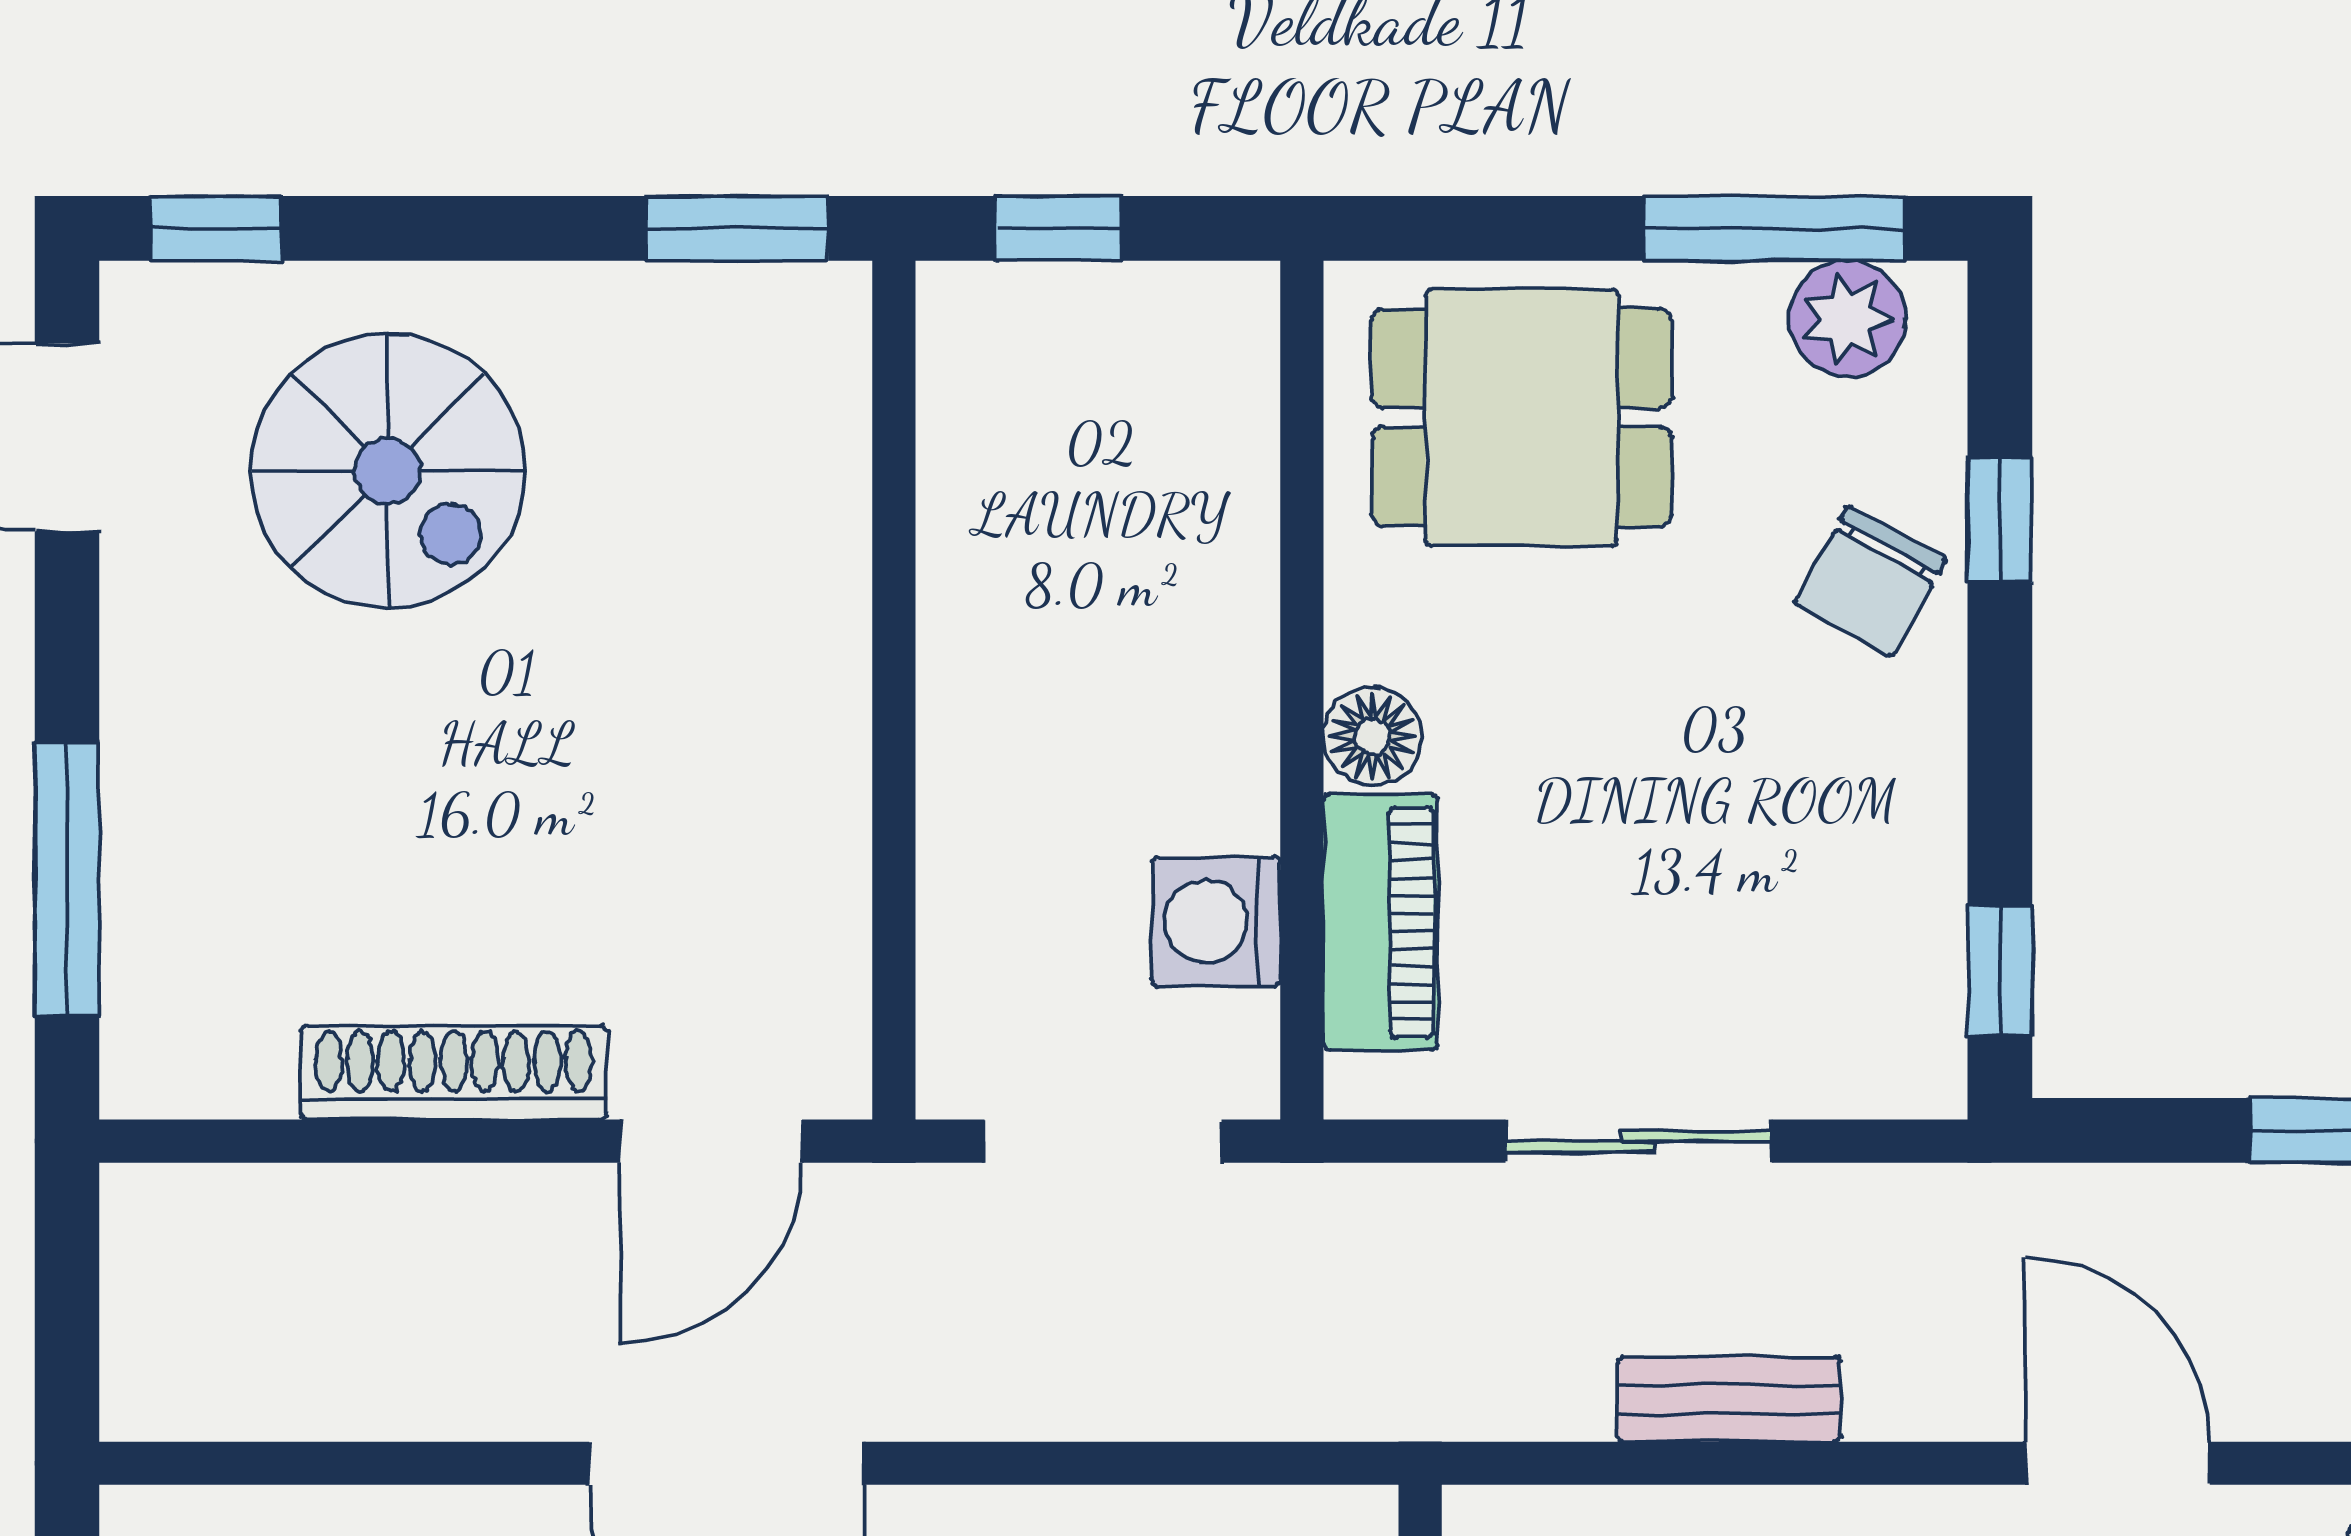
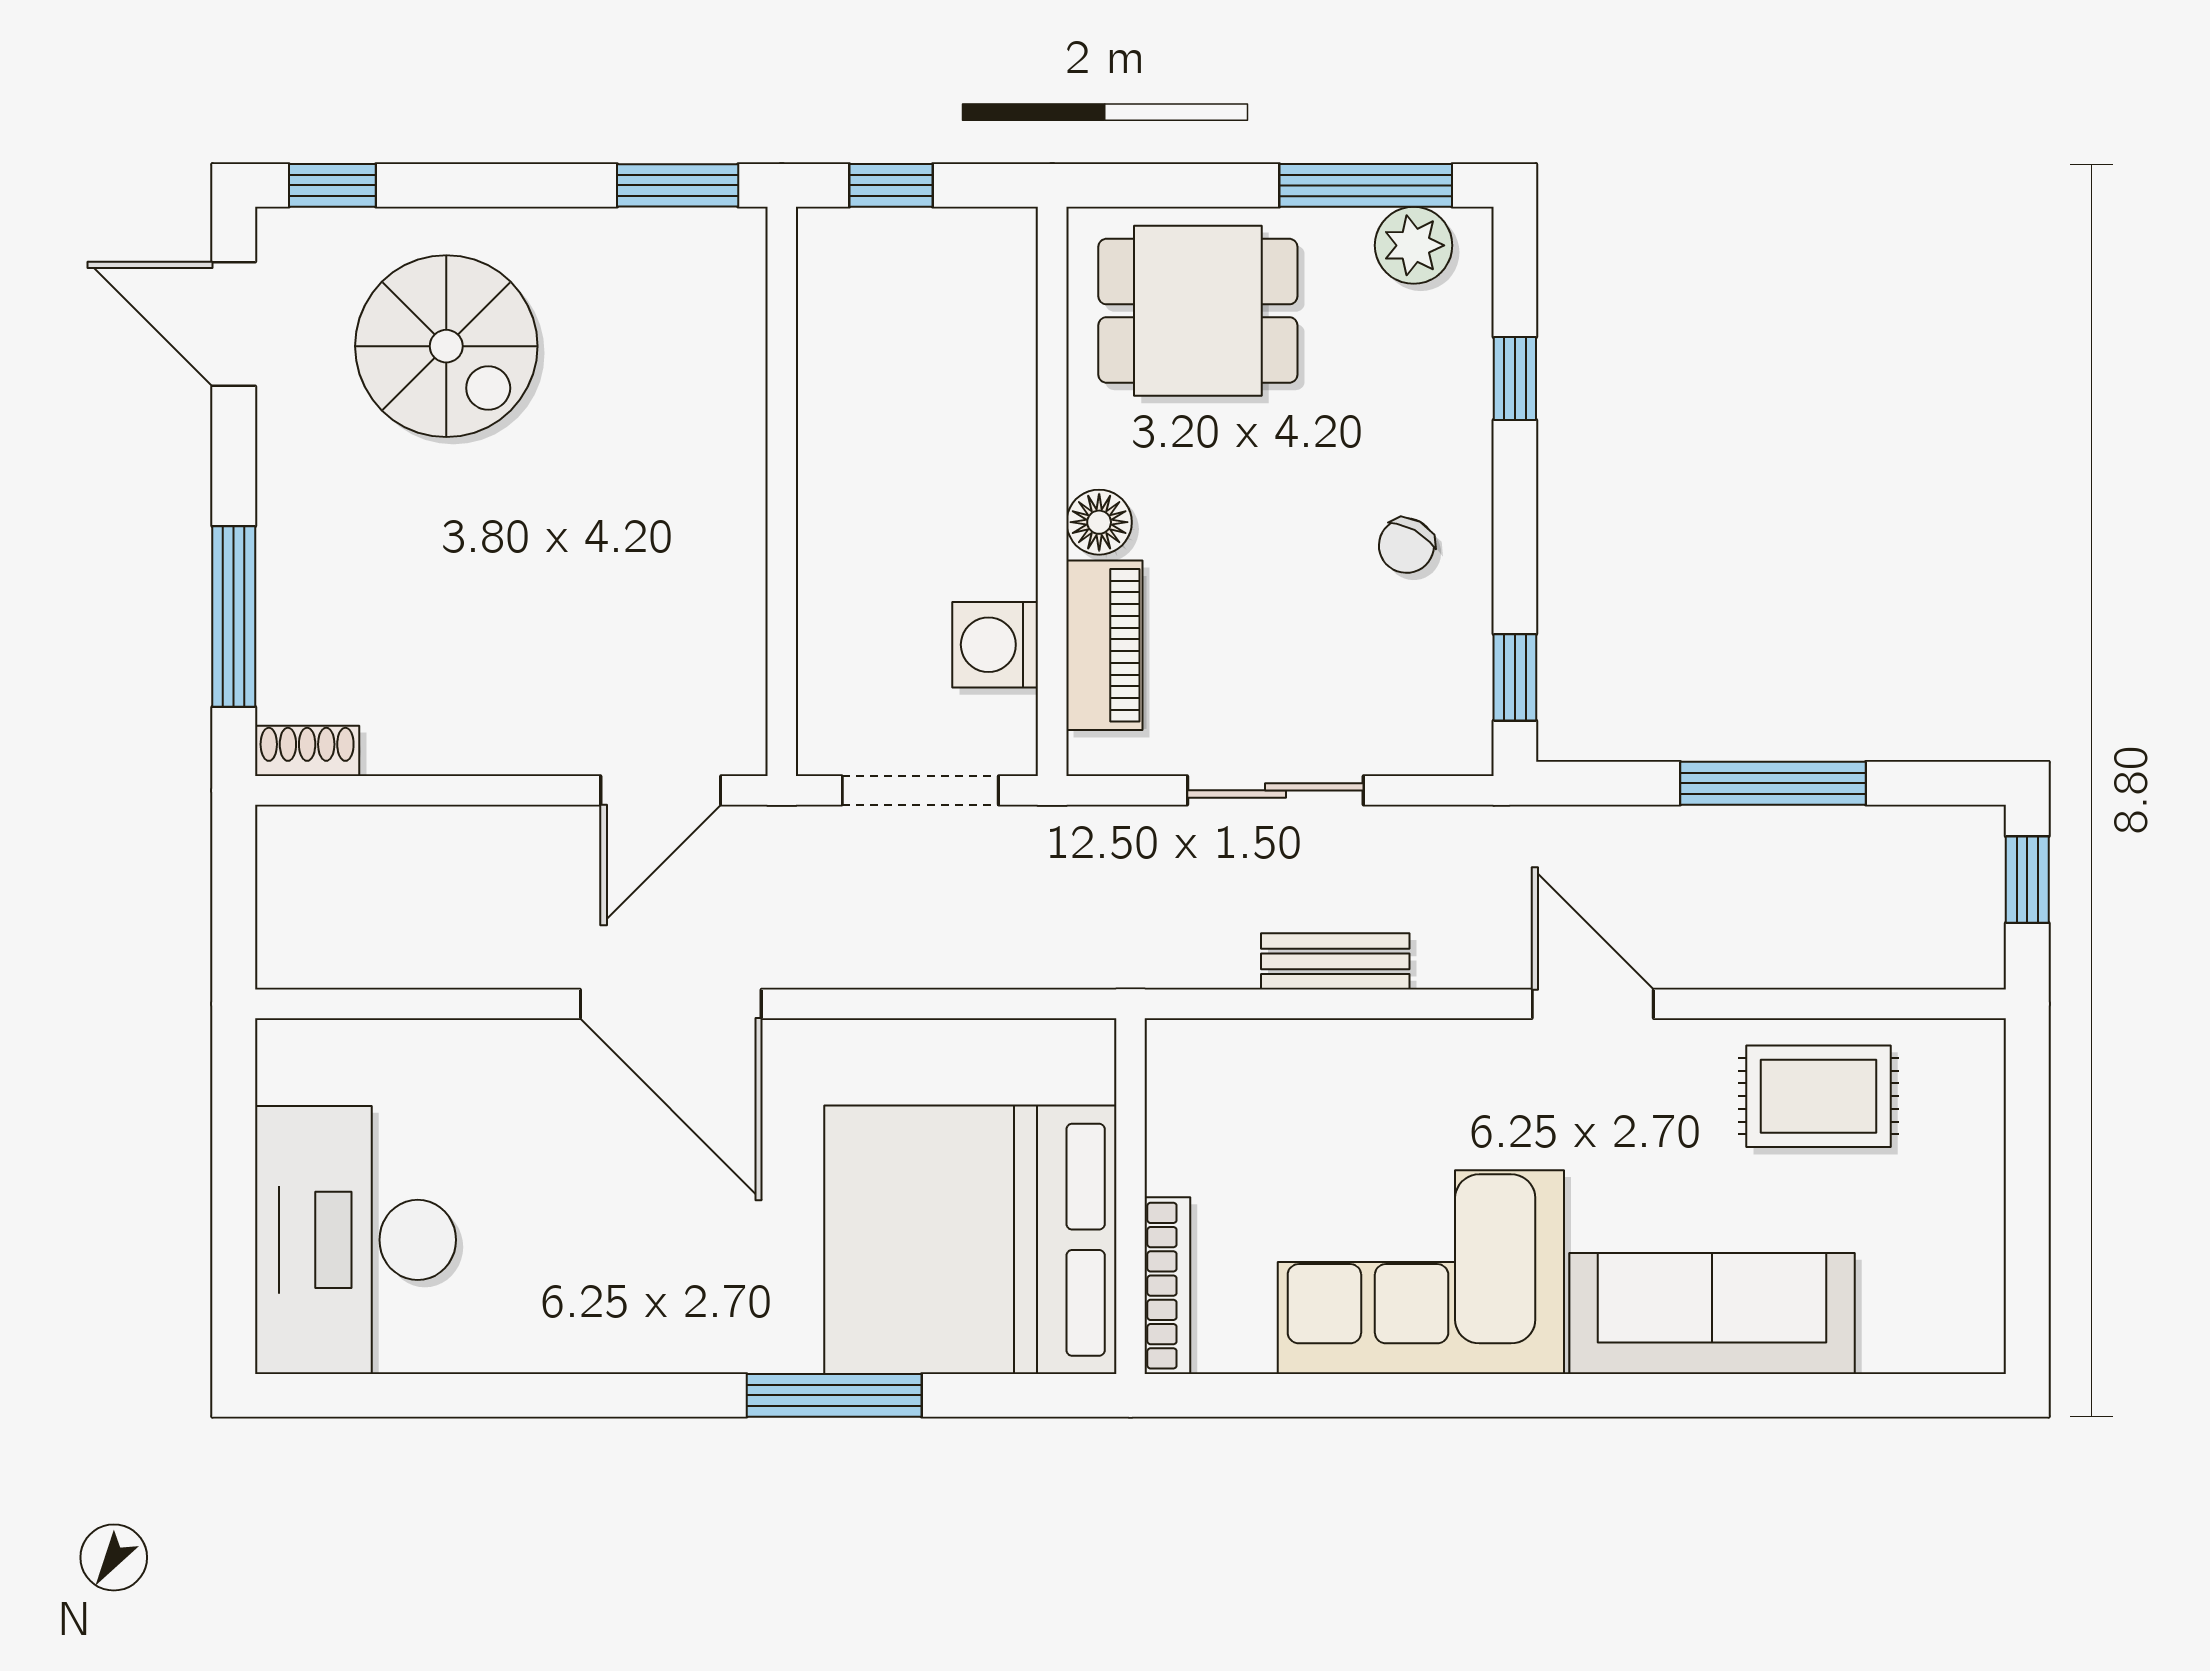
chair: (1871, 581) -> (1406, 546), moved, width x0.73, depth x0.73
shoe rack: (454, 1072) -> (307, 751), moved, width x0.51, depth x0.81

